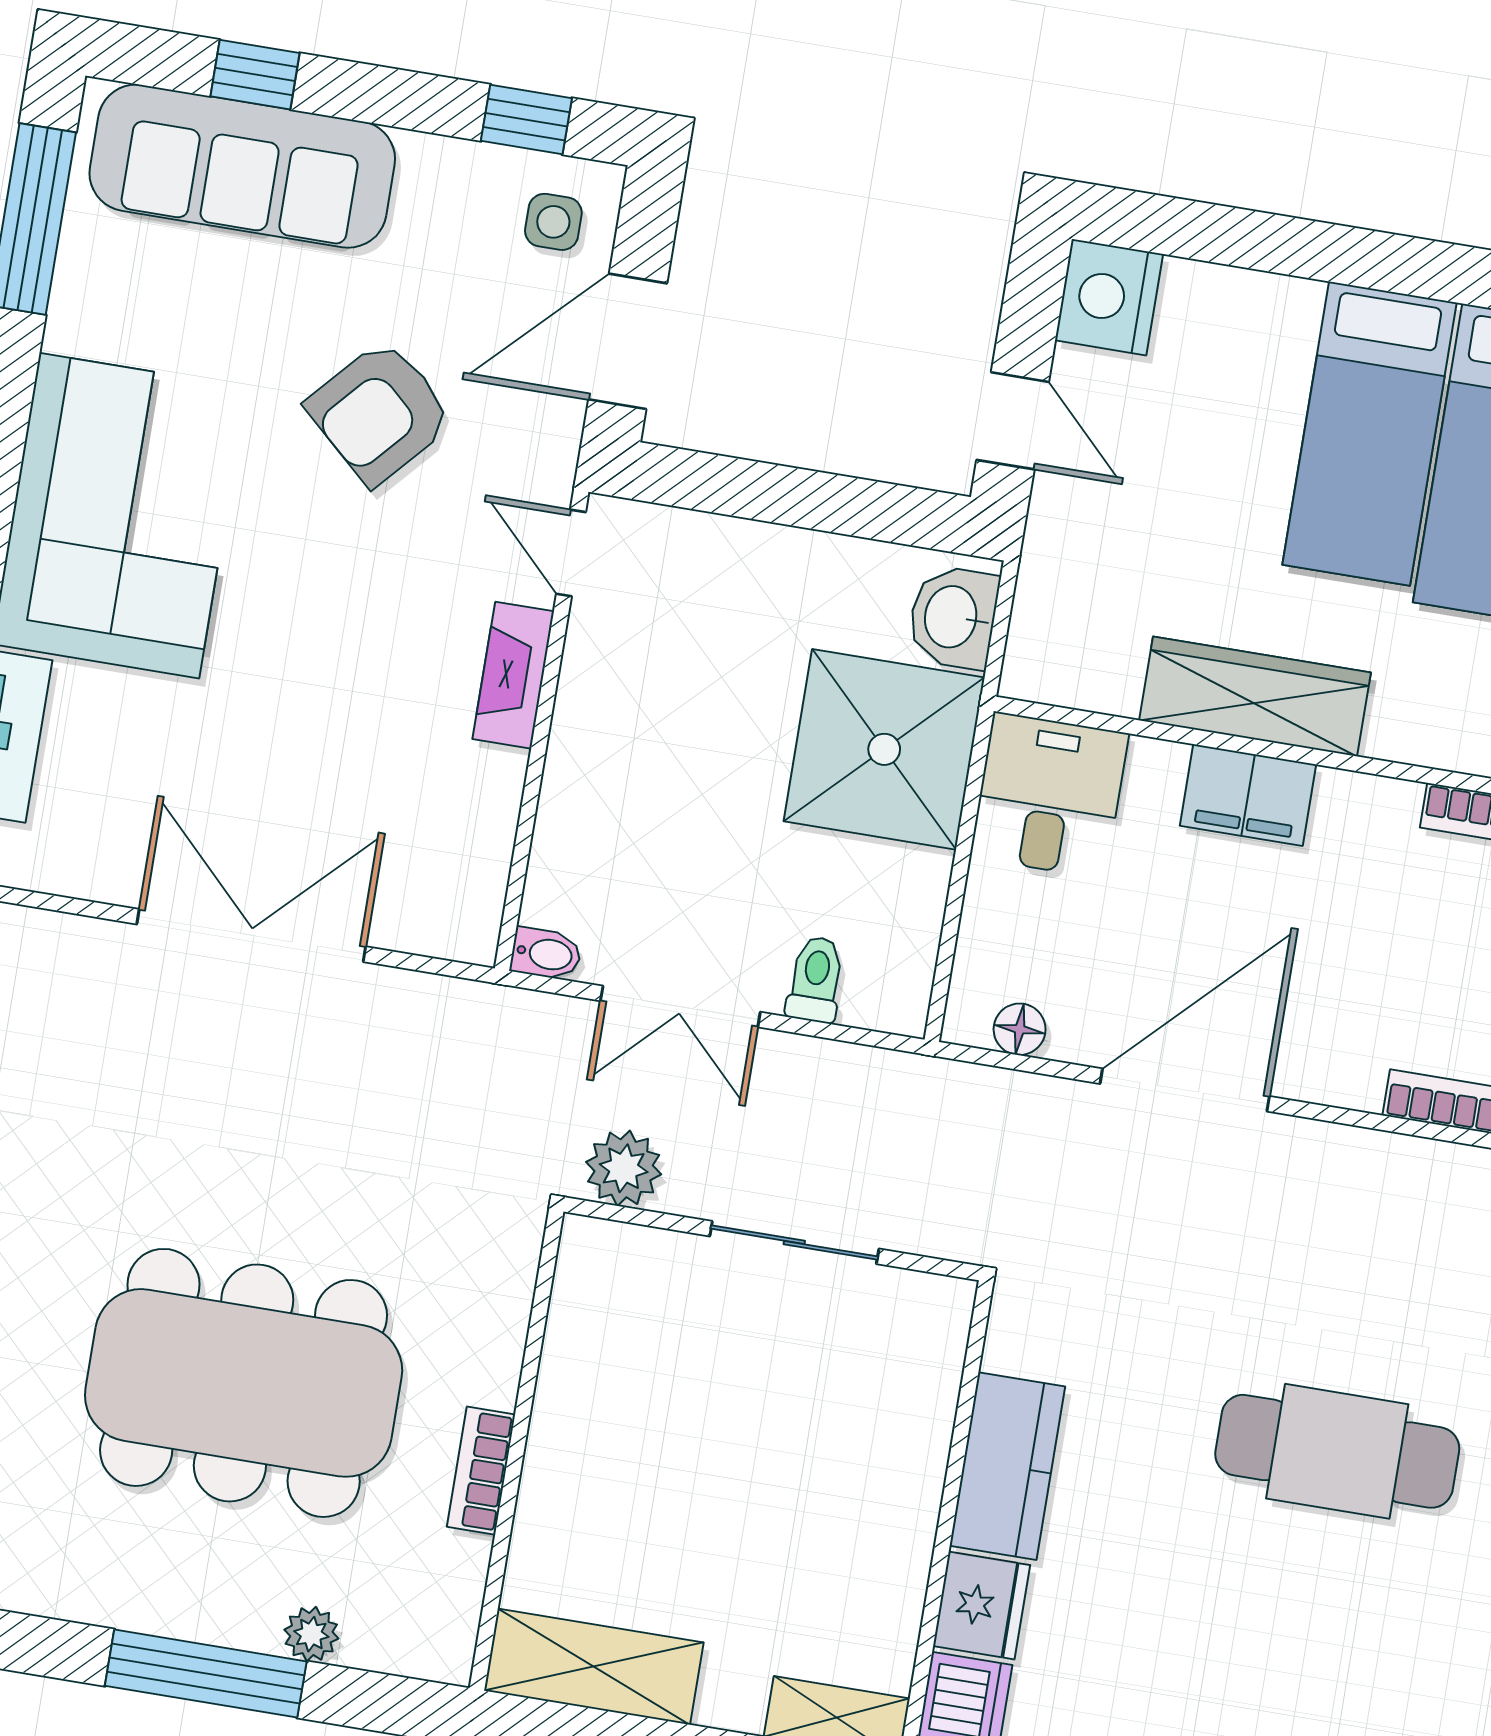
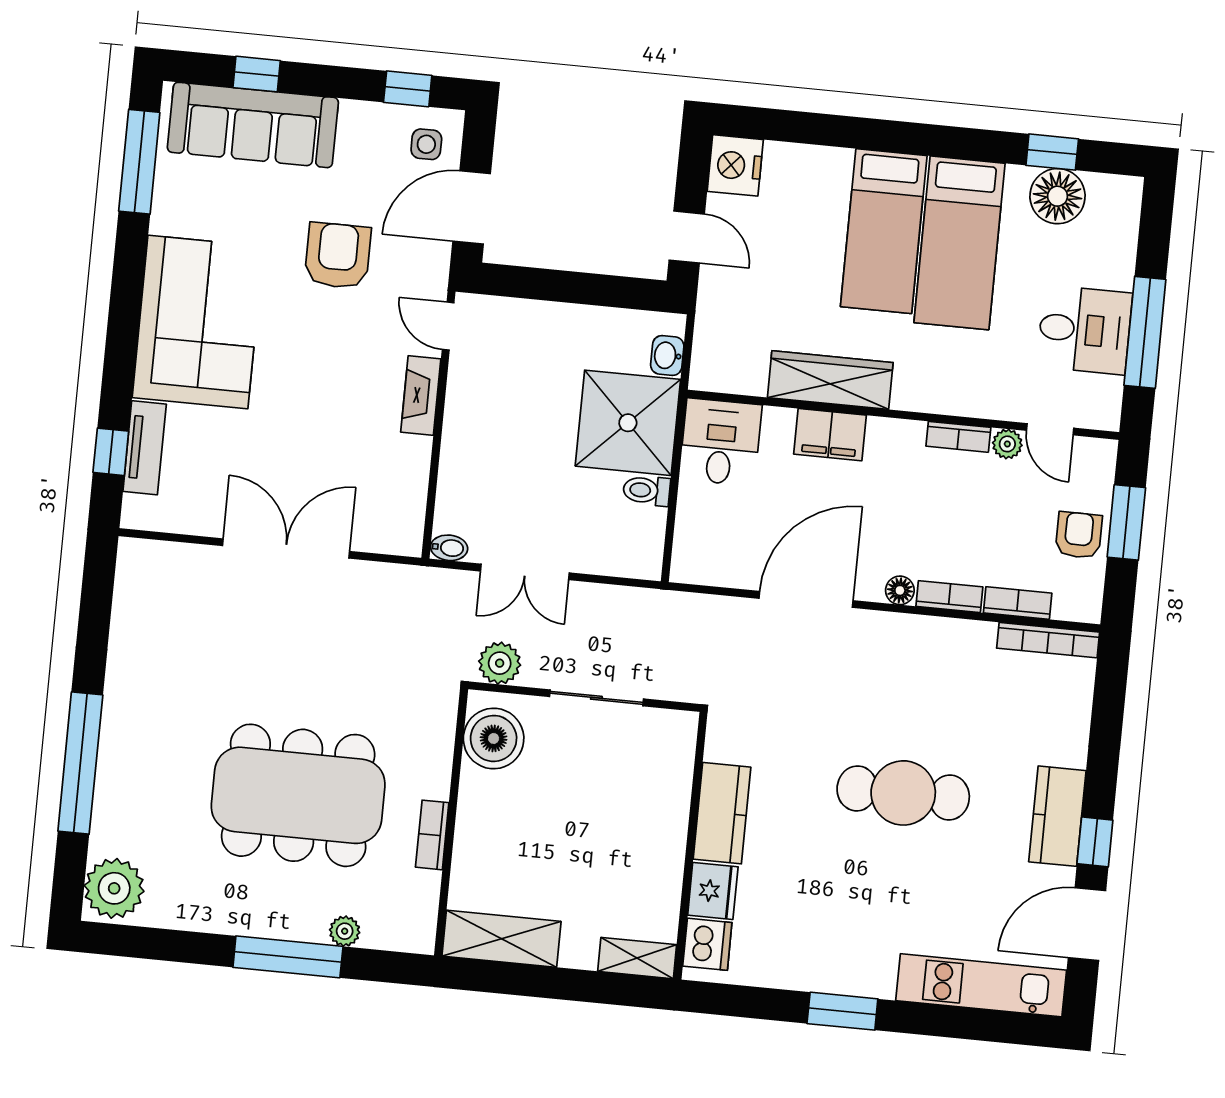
armchair: (380, 412) -> (338, 256), turned 138
washbasin: (953, 617) -> (667, 355), width x0.72, depth x0.69
toilet: (816, 979) -> (647, 490), moved, turned -90
floor lamp: (1020, 1029) -> (900, 590), moved
boiler: (604, 1304) -> (494, 738), added

